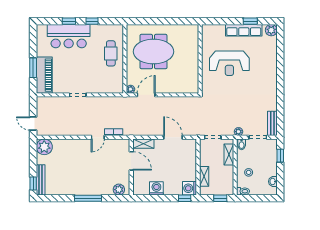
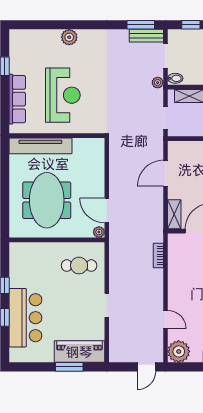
row of seats: (244, 30) -> (17, 99), moved
plant: (271, 30) -> (69, 37), moved
tv unit: (193, 47) -> (40, 146), added
cafe table: (111, 53) -> (79, 266), moved
window: (280, 119) -> (141, 25), added
door: (98, 137) -> (165, 320), moved

